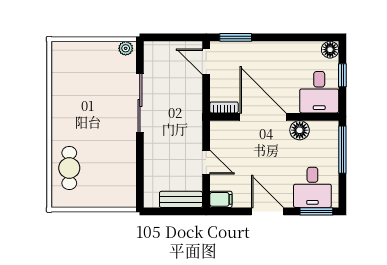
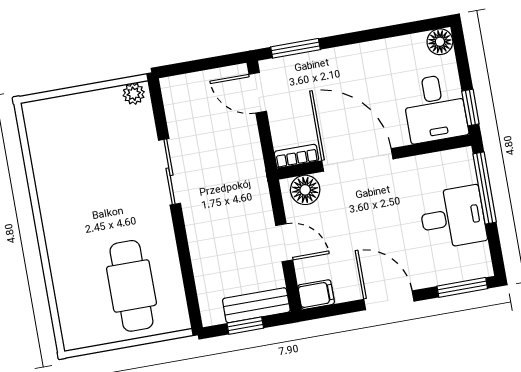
window: (342, 75) -> (470, 107), moved
sliding door: (140, 103) -> (169, 172), width x0.73
floor lamp: (300, 130) -> (305, 190), moved
cafe table: (69, 168) -> (131, 286), moved, width x1.37, depth x1.35
desk: (312, 187) -> (453, 217), moved, turned -90
window: (172, 211) -> (245, 326), added

